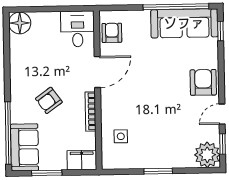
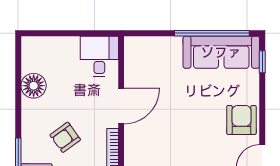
floor lamp: (20, 23) -> (34, 86), moved
armchair: (112, 33) -> (138, 62), removed

